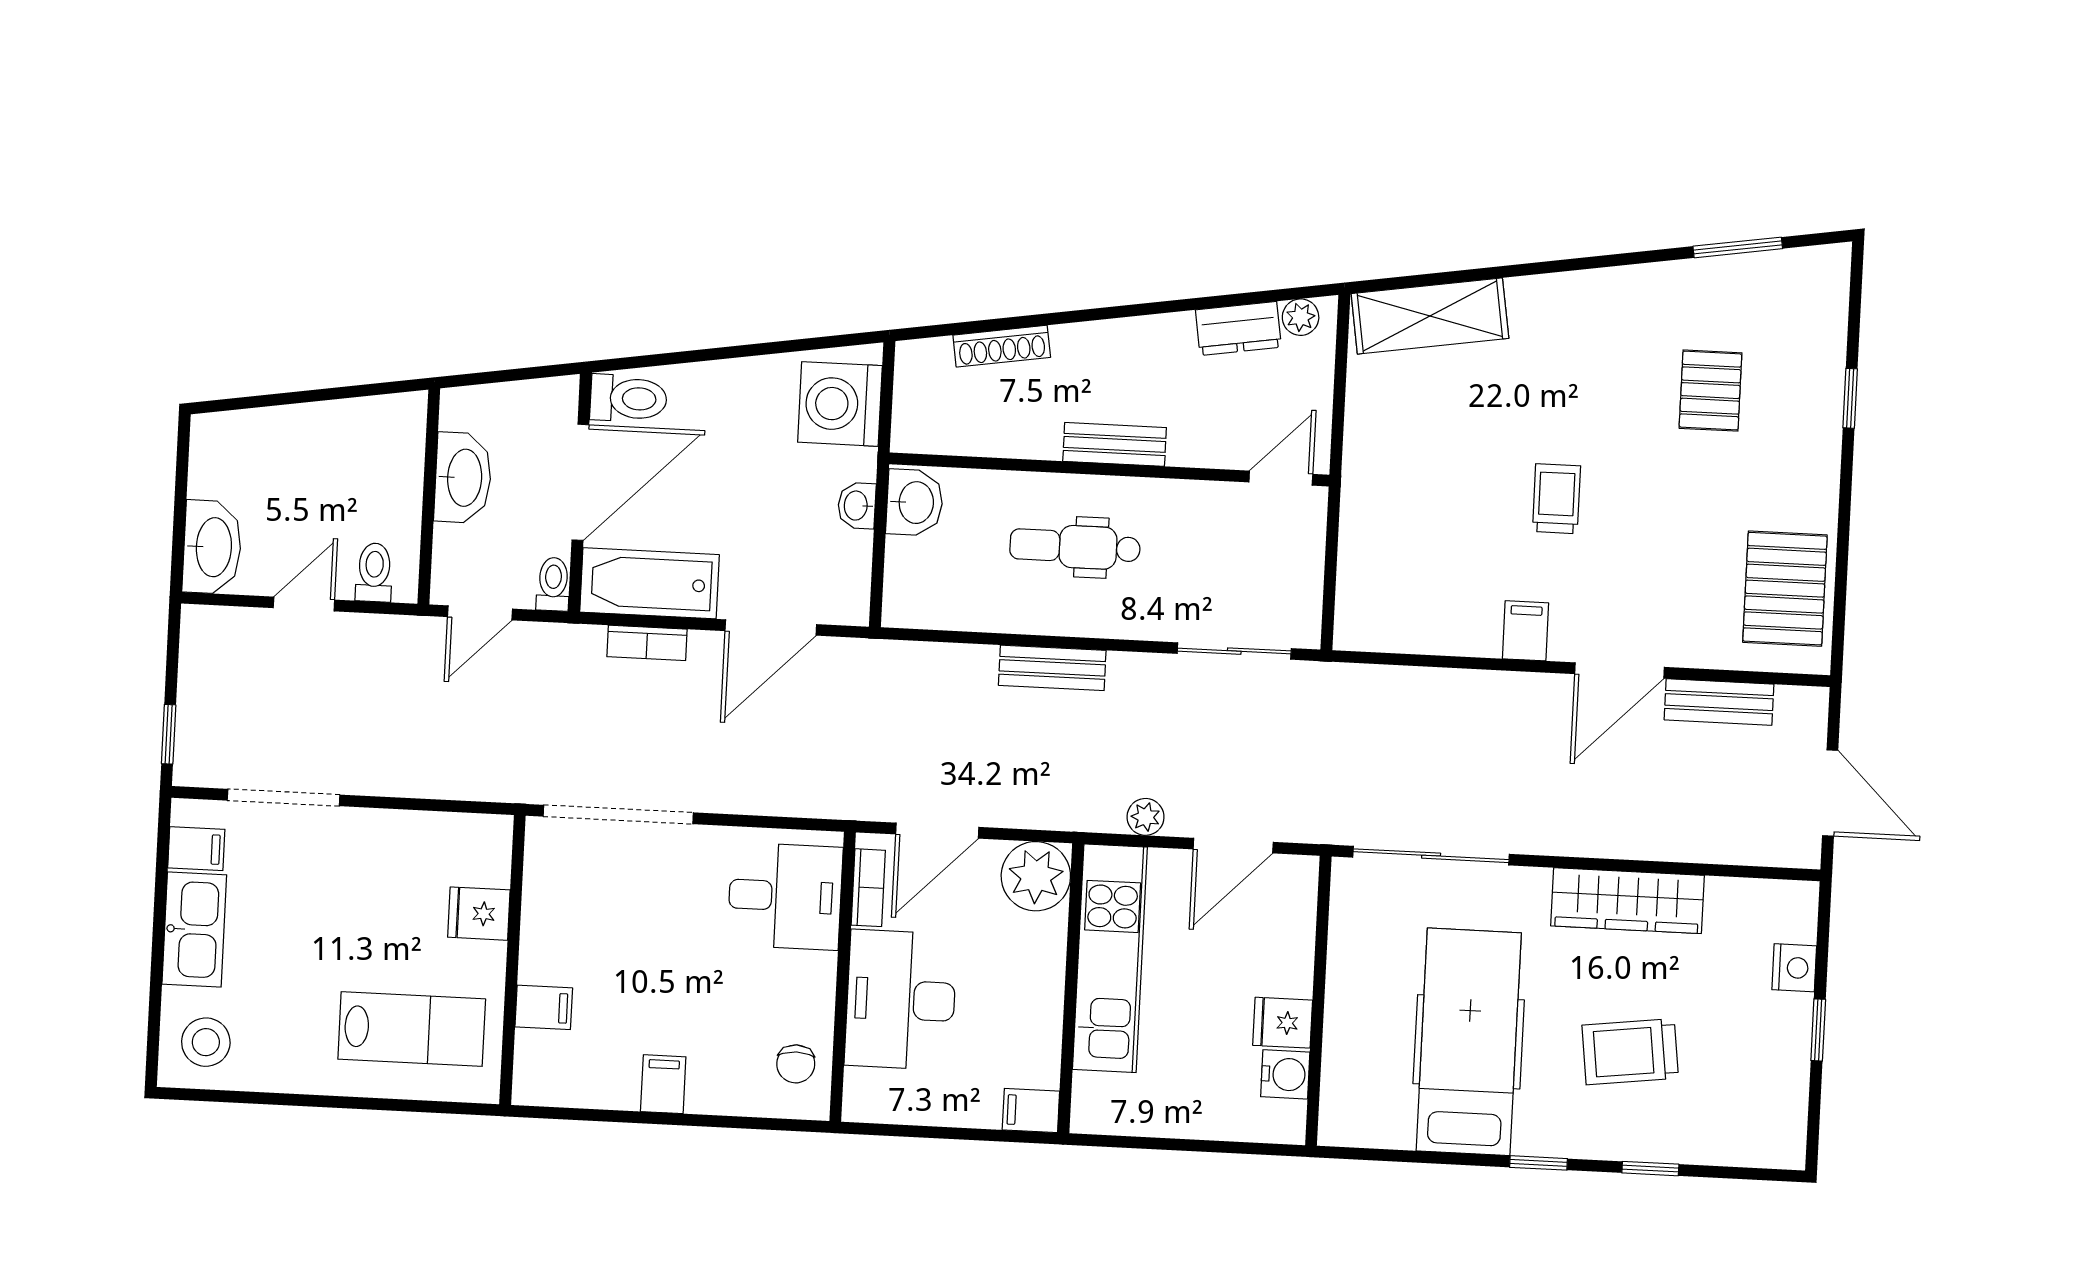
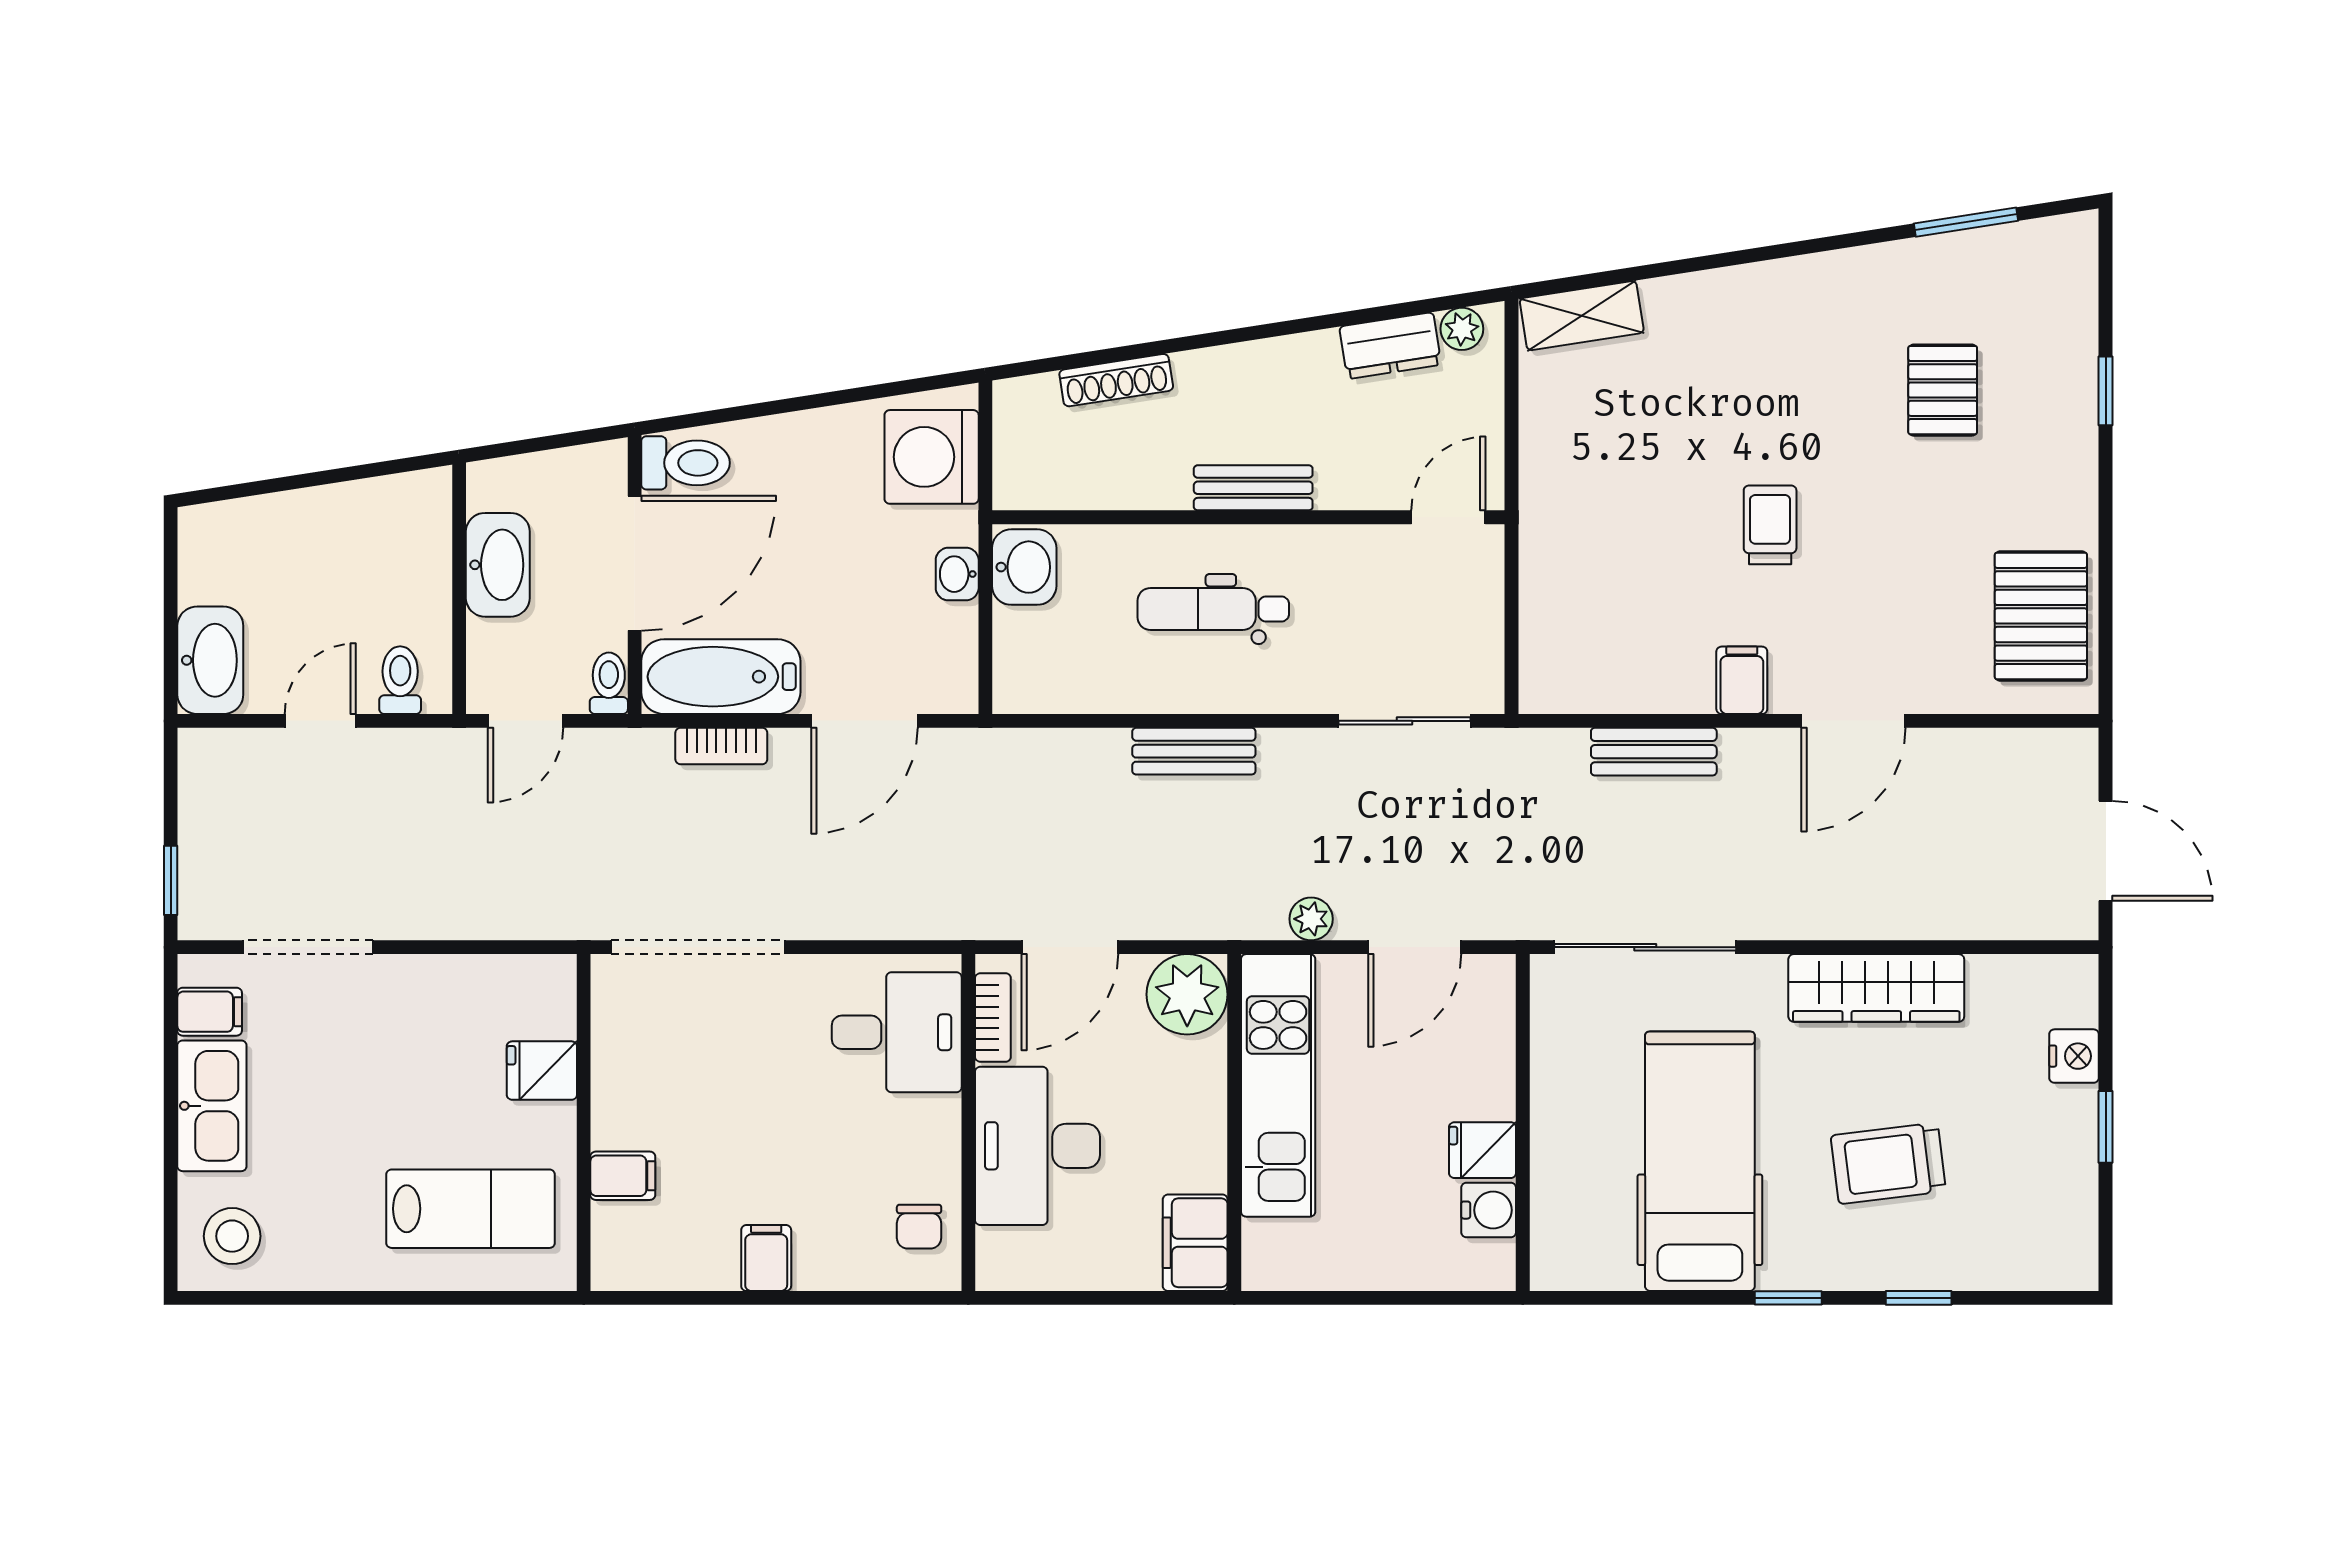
shelving: (1430, 316) -> (1582, 316), width x0.67, depth x0.75
bench: (1719, 702) -> (1654, 752), moved
filing cabinet: (1031, 1111) -> (1195, 1243), width x2.00

